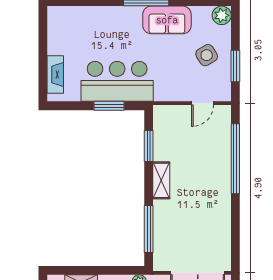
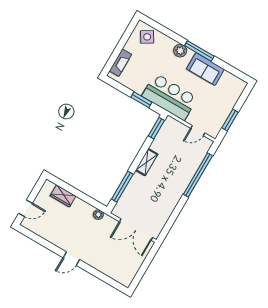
plant: (222, 15) -> (180, 51), moved
side table: (207, 55) -> (147, 37), moved
bar counter: (117, 81) -> (170, 97), moved
window: (149, 146) -> (156, 128), moved

